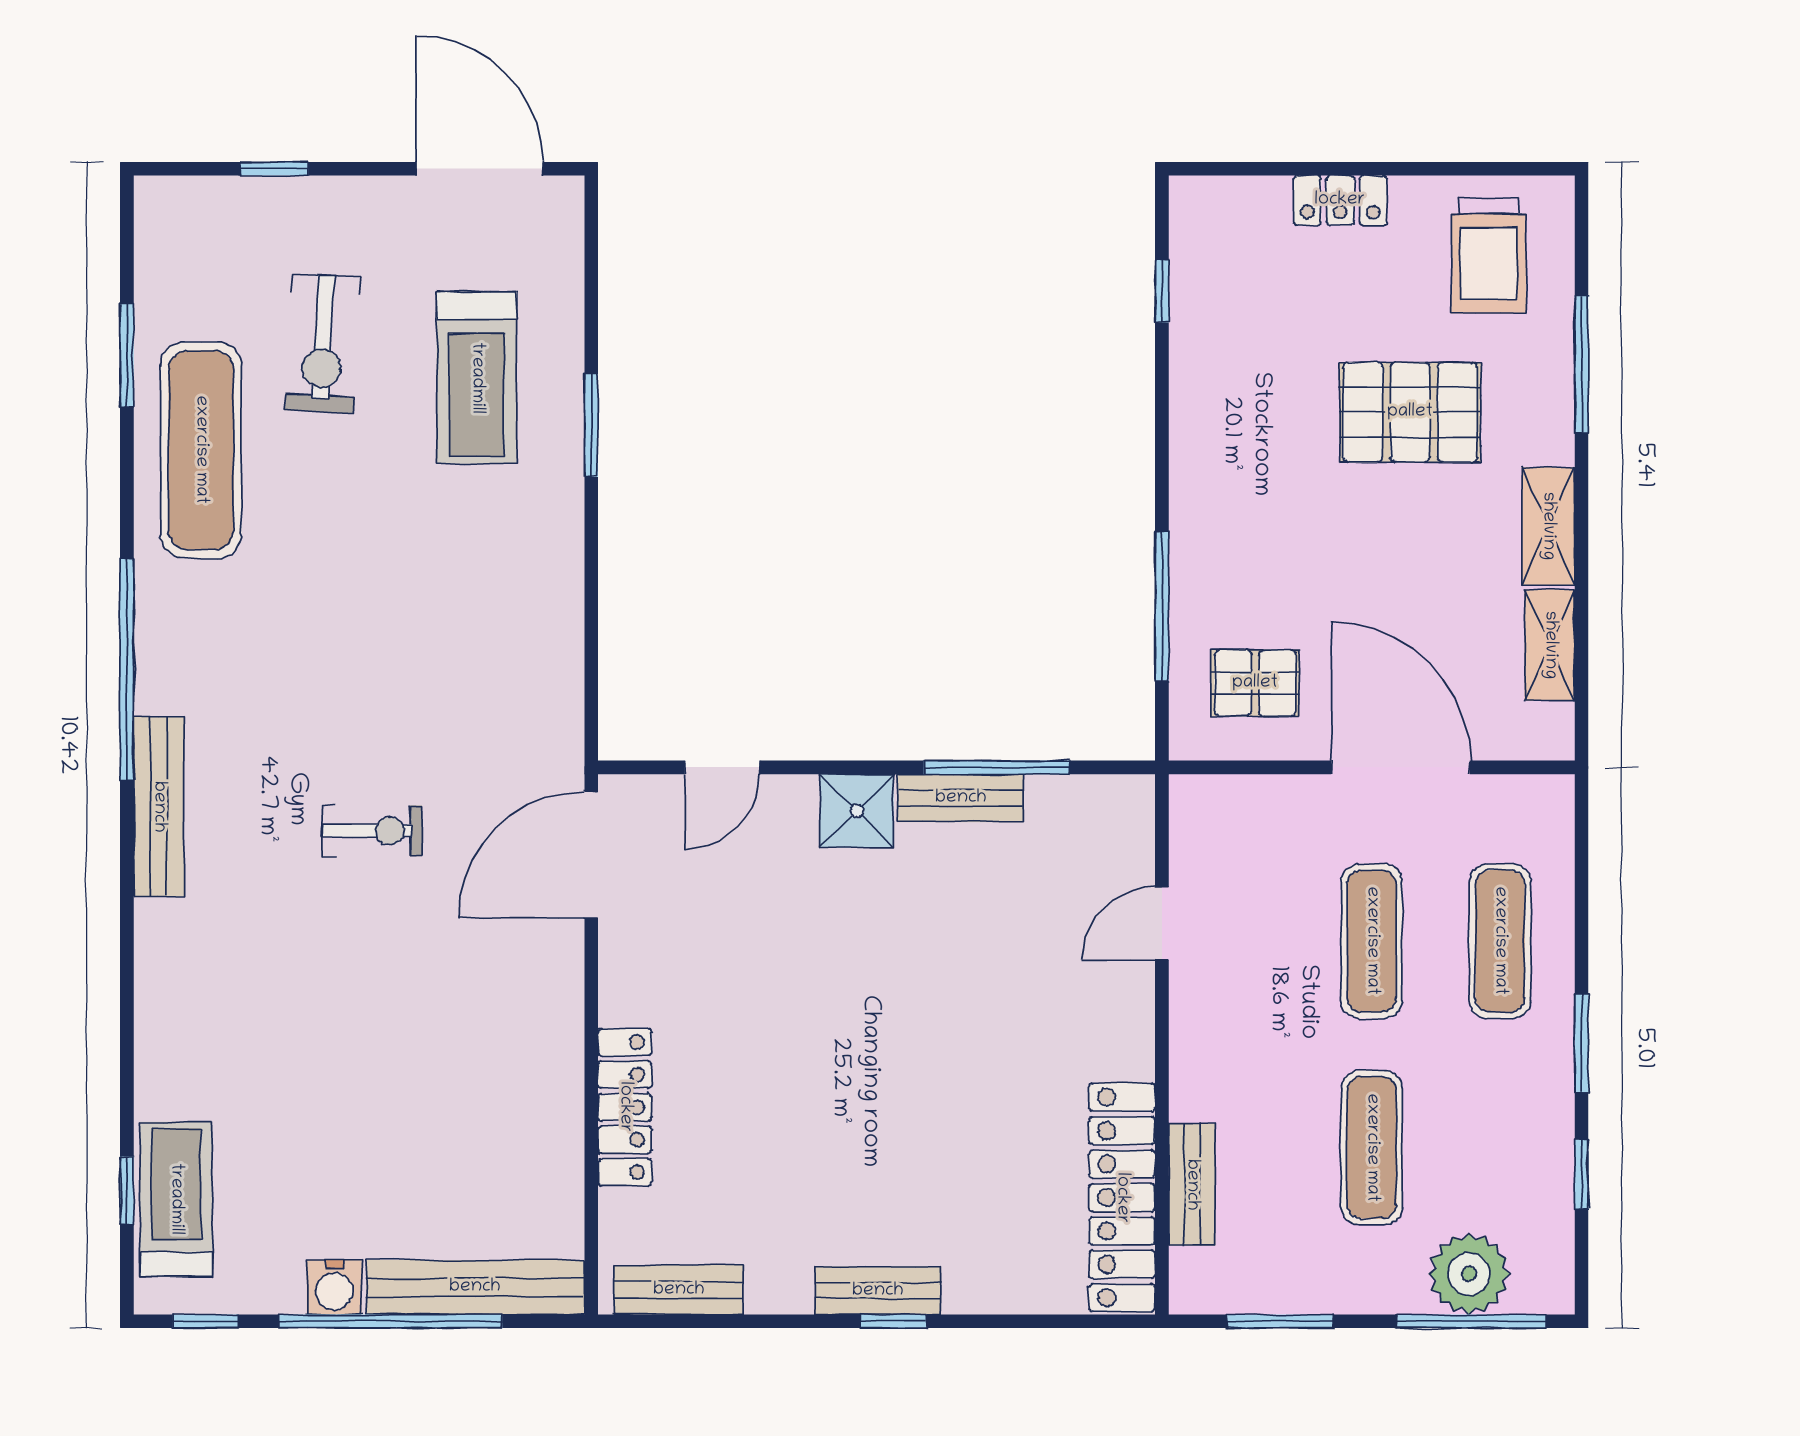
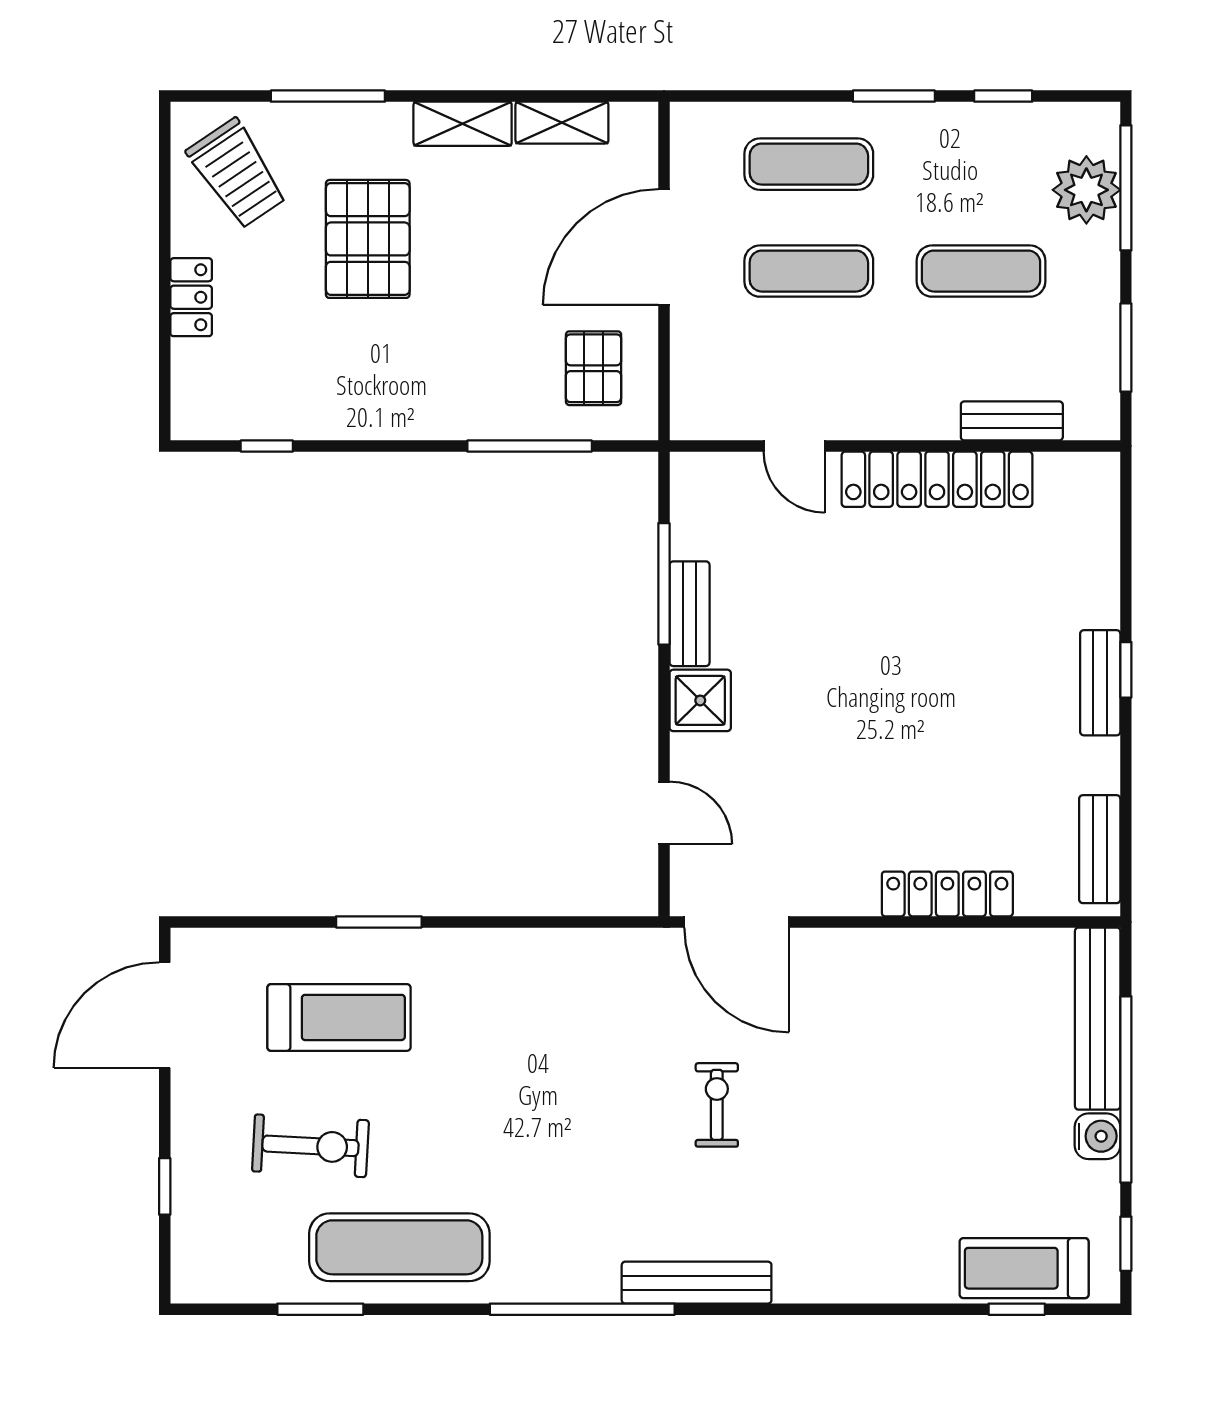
trolley: (1489, 256) -> (237, 174), turned 56
locker: (1122, 1198) -> (937, 479), moved

